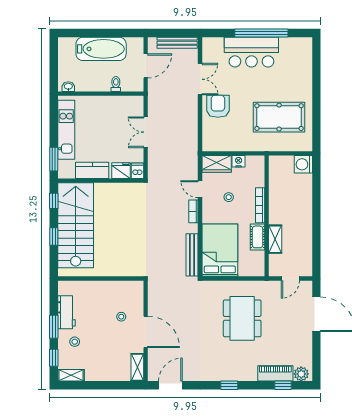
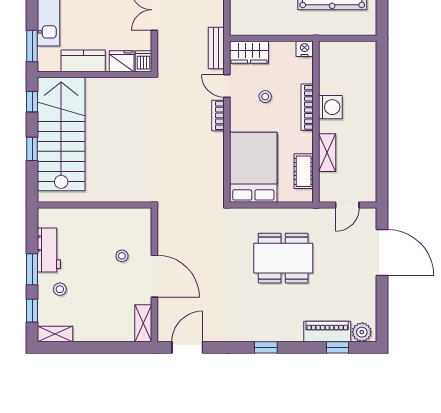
nightstand: (239, 161) -> (305, 49), moved
washing machine: (303, 164) -> (330, 107), moved, turned 180
cot: (258, 237) -> (304, 171), moved
bench: (192, 255) -> (216, 48), moved, width x0.73
dining table: (242, 318) -> (283, 258), turned 90

